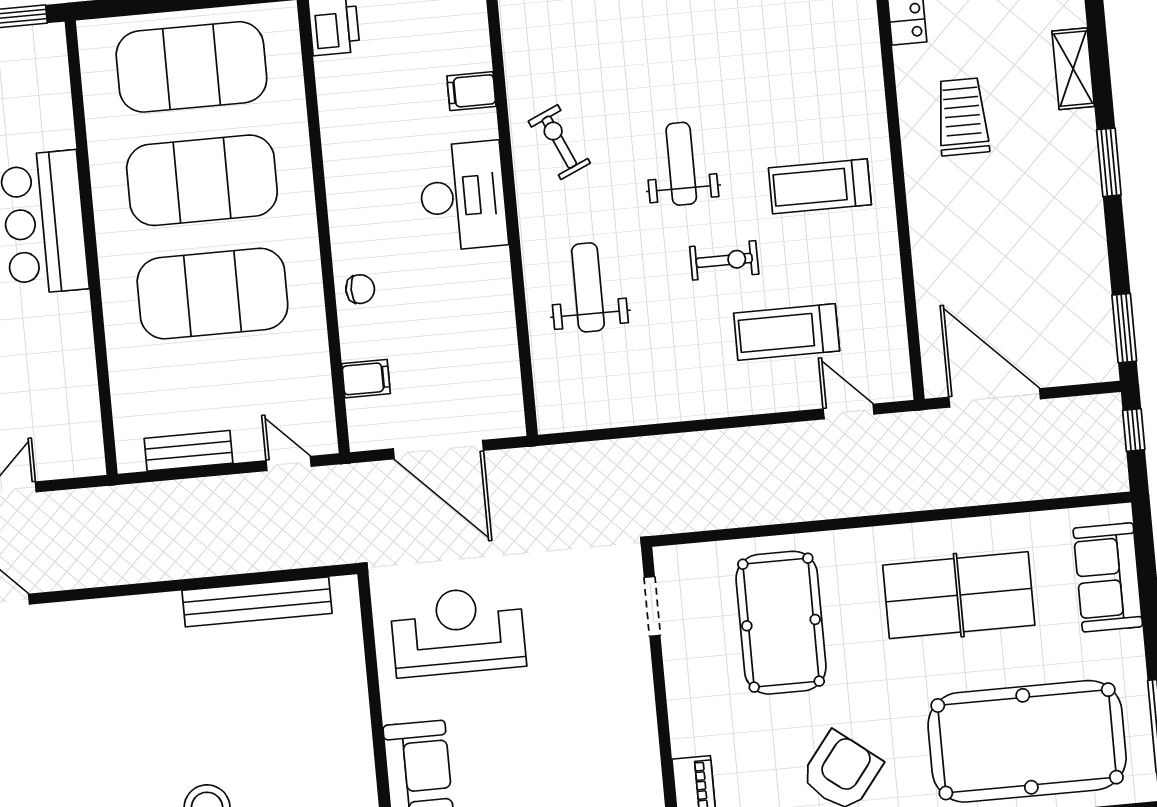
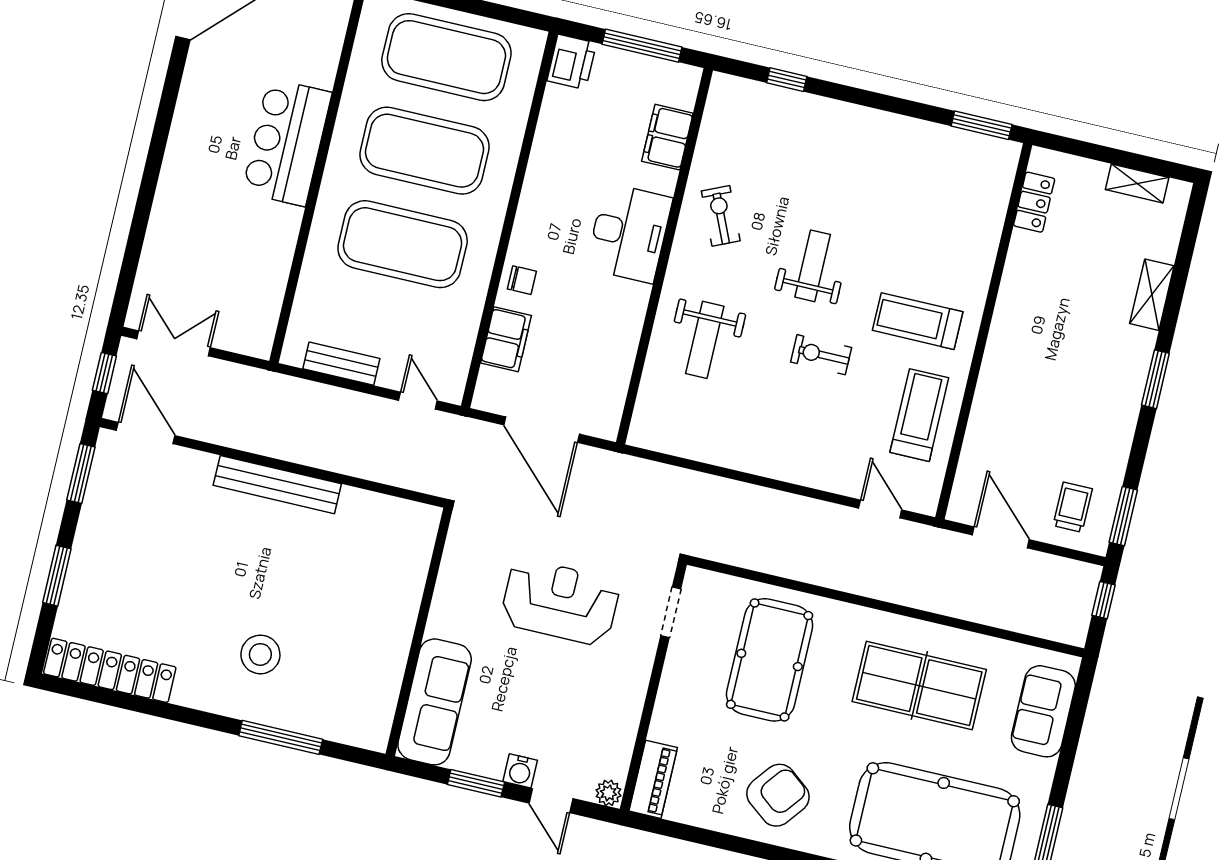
filing cabinet: (471, 91) -> (667, 137), width x2.00
trolley: (962, 117) -> (1073, 507), moved, width x0.73, depth x0.72
exercise bike: (724, 260) -> (821, 355), turned 180
weight bench: (588, 287) -> (705, 340), turned 180
treadmill: (787, 332) -> (919, 415), moved, turned 90
filing cabinet: (366, 379) -> (506, 339), width x2.00
door: (995, 398) -> (1001, 537), width x0.73
bench: (257, 602) -> (277, 485), moved
reception desk: (458, 631) -> (560, 602), moved

